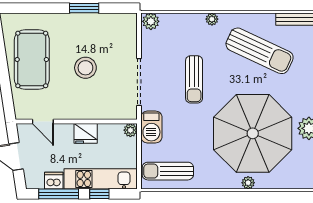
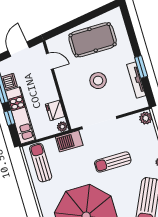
tv unit: (99, 19) -> (136, 80), added
door: (43, 122) -> (50, 61), swing flipped
fridge: (86, 133) -> (55, 110), moved

